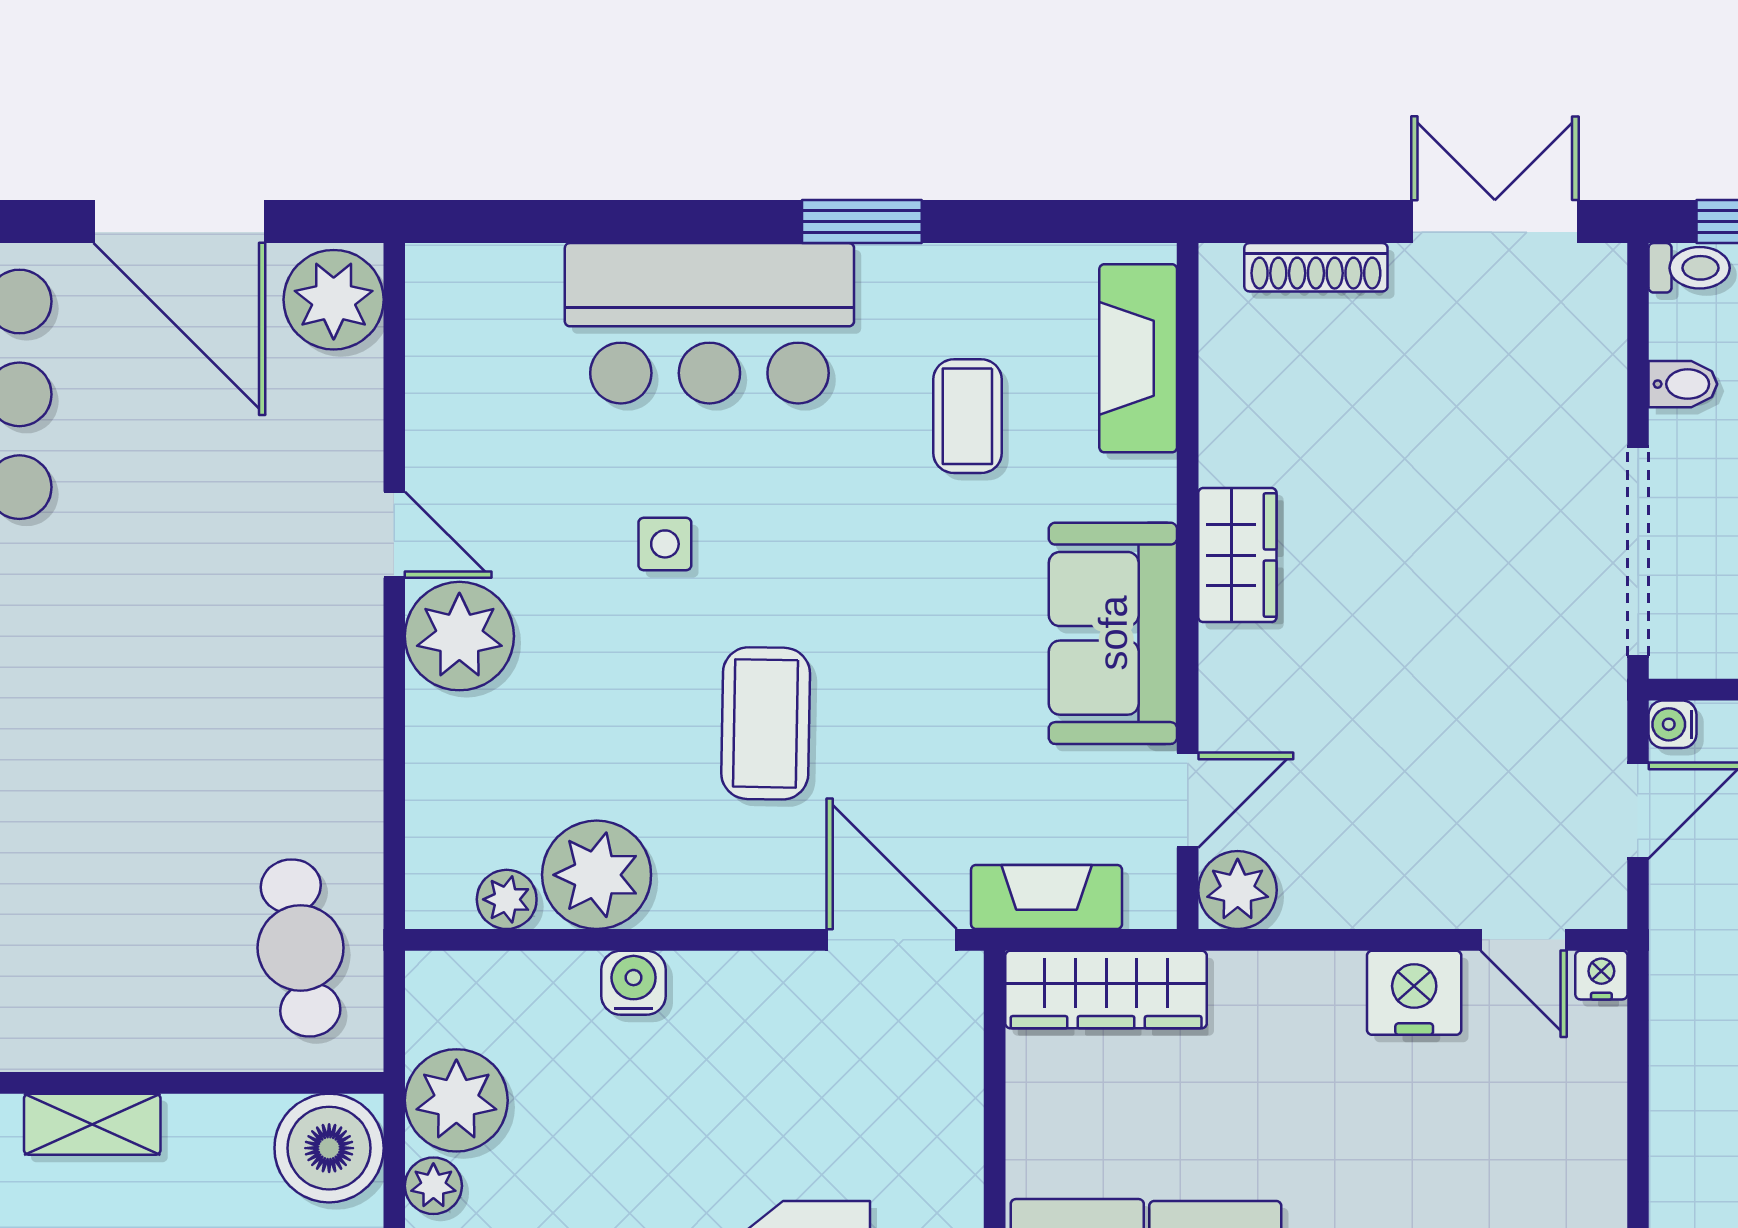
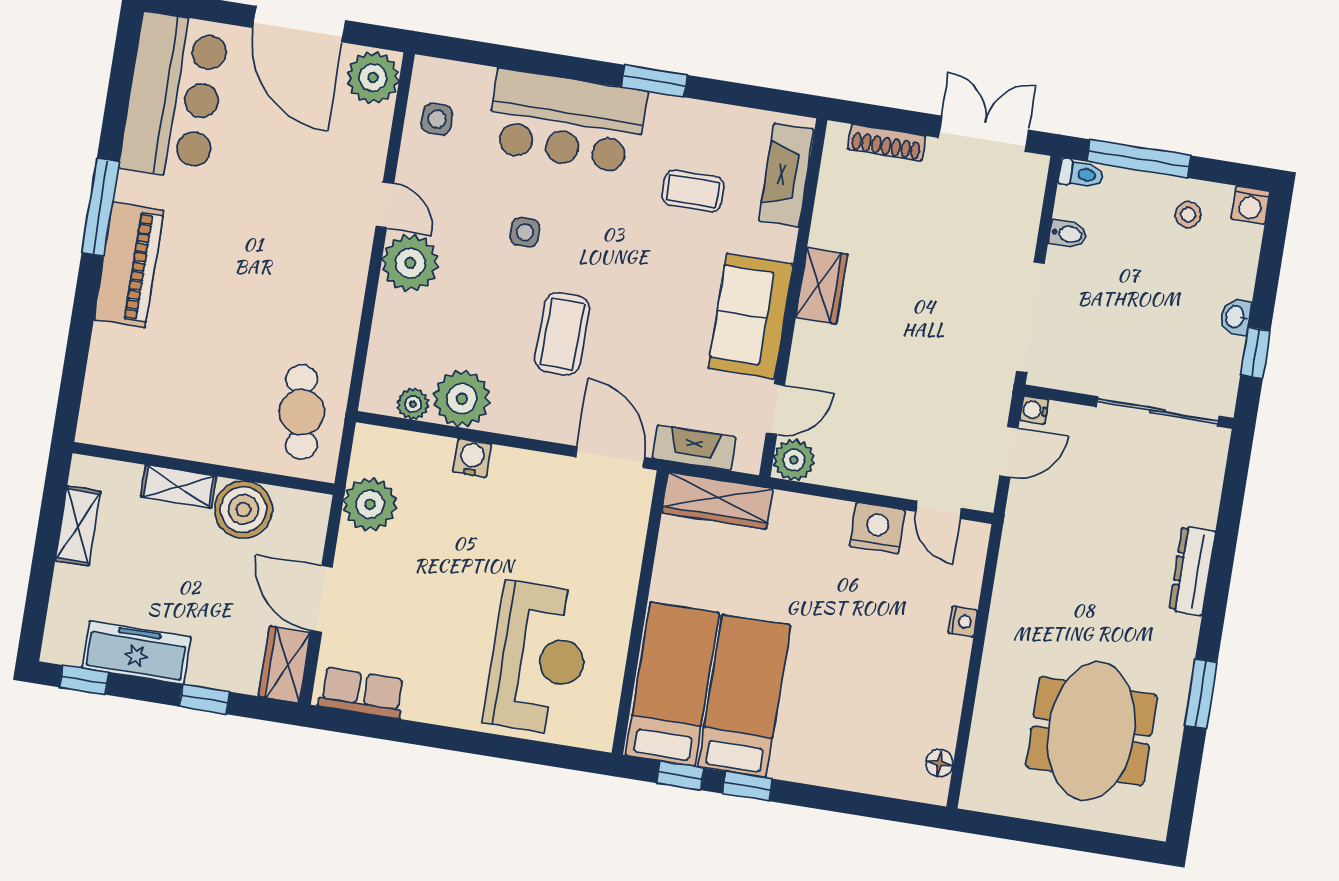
side table: (466, 358) -> (437, 119), added
coffee table: (967, 416) -> (693, 191), turned 90
nightstand: (1601, 975) -> (963, 622), moved, turned 90
boiler: (329, 1148) -> (243, 510), moved
plant: (433, 1186) -> (351, 547), removed

